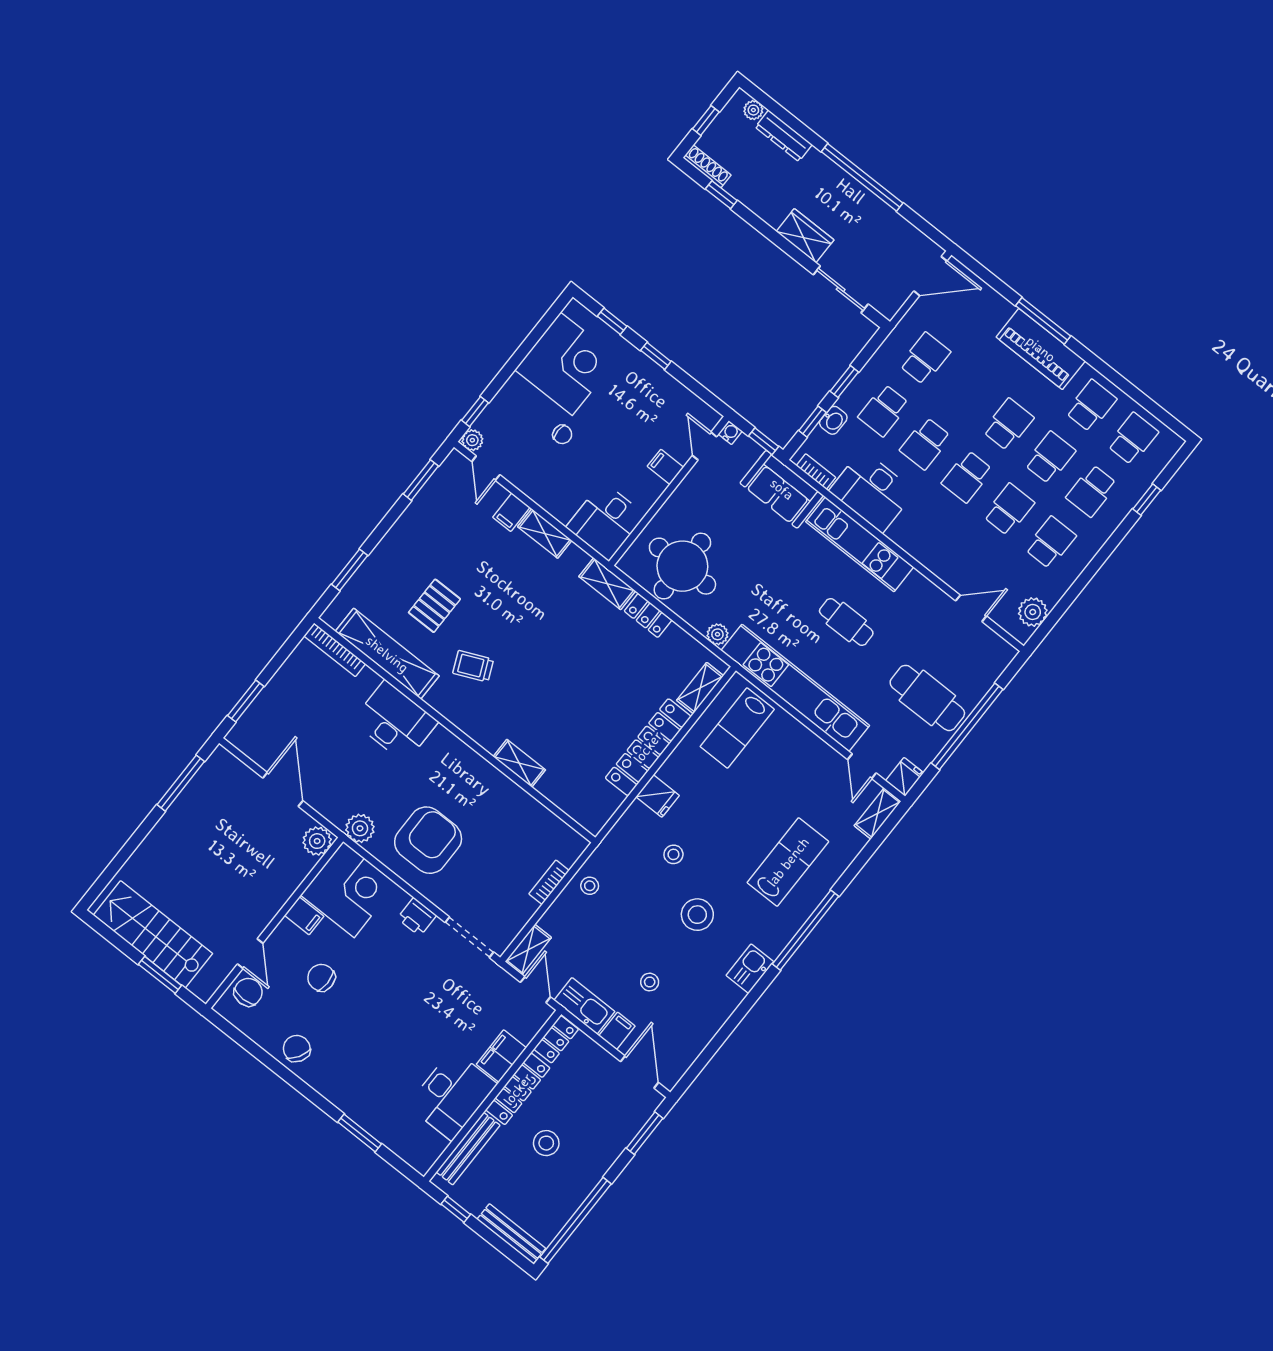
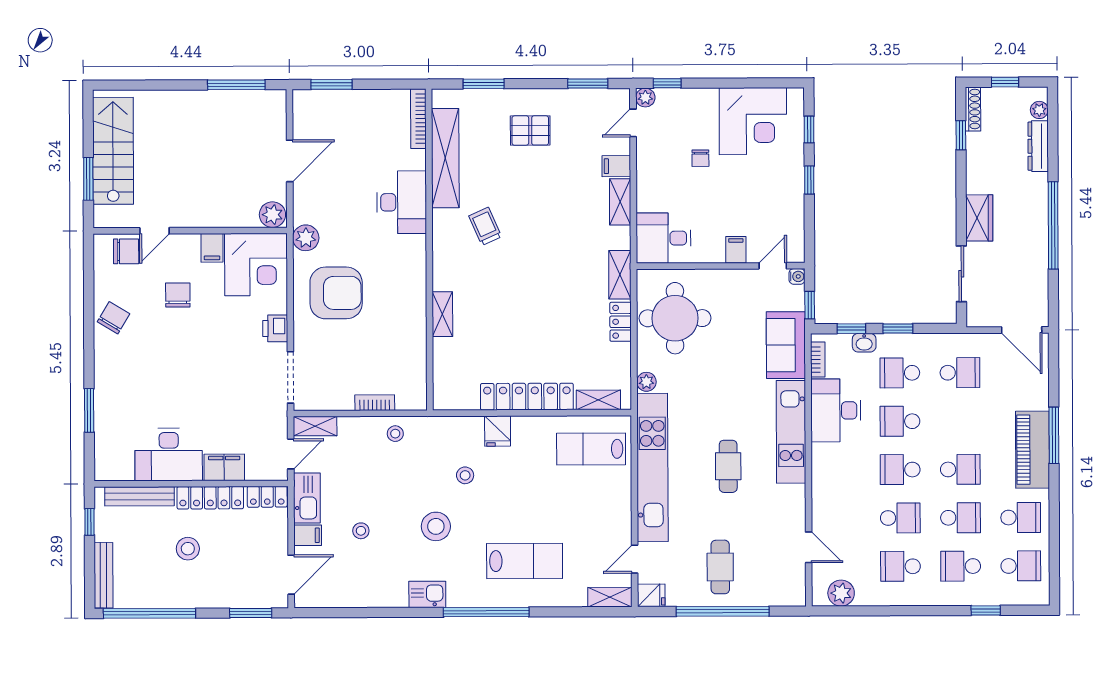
school desk: (1050, 543) -> (900, 566), turned 180
pallet: (434, 606) -> (530, 130), moved
cafe table: (927, 698) -> (720, 567), width x0.73, depth x0.74

